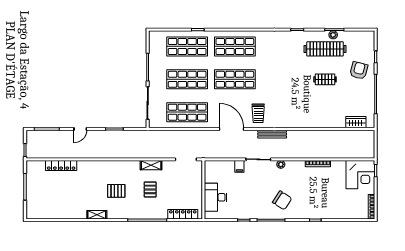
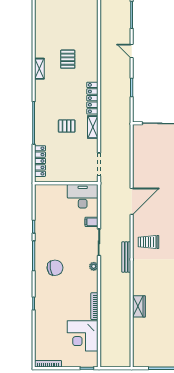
shop shelf: (187, 112) -> (150, 166), removed
wardrobe: (356, 122) -> (139, 306), moved
door: (231, 129) -> (132, 201), moved
locker: (61, 166) -> (92, 98), moved
corner desk: (360, 175) -> (83, 336), moved
pallet: (116, 191) -> (68, 59), moved
desk: (216, 197) -> (83, 196), moved
chair: (282, 200) -> (55, 268), turned -132

